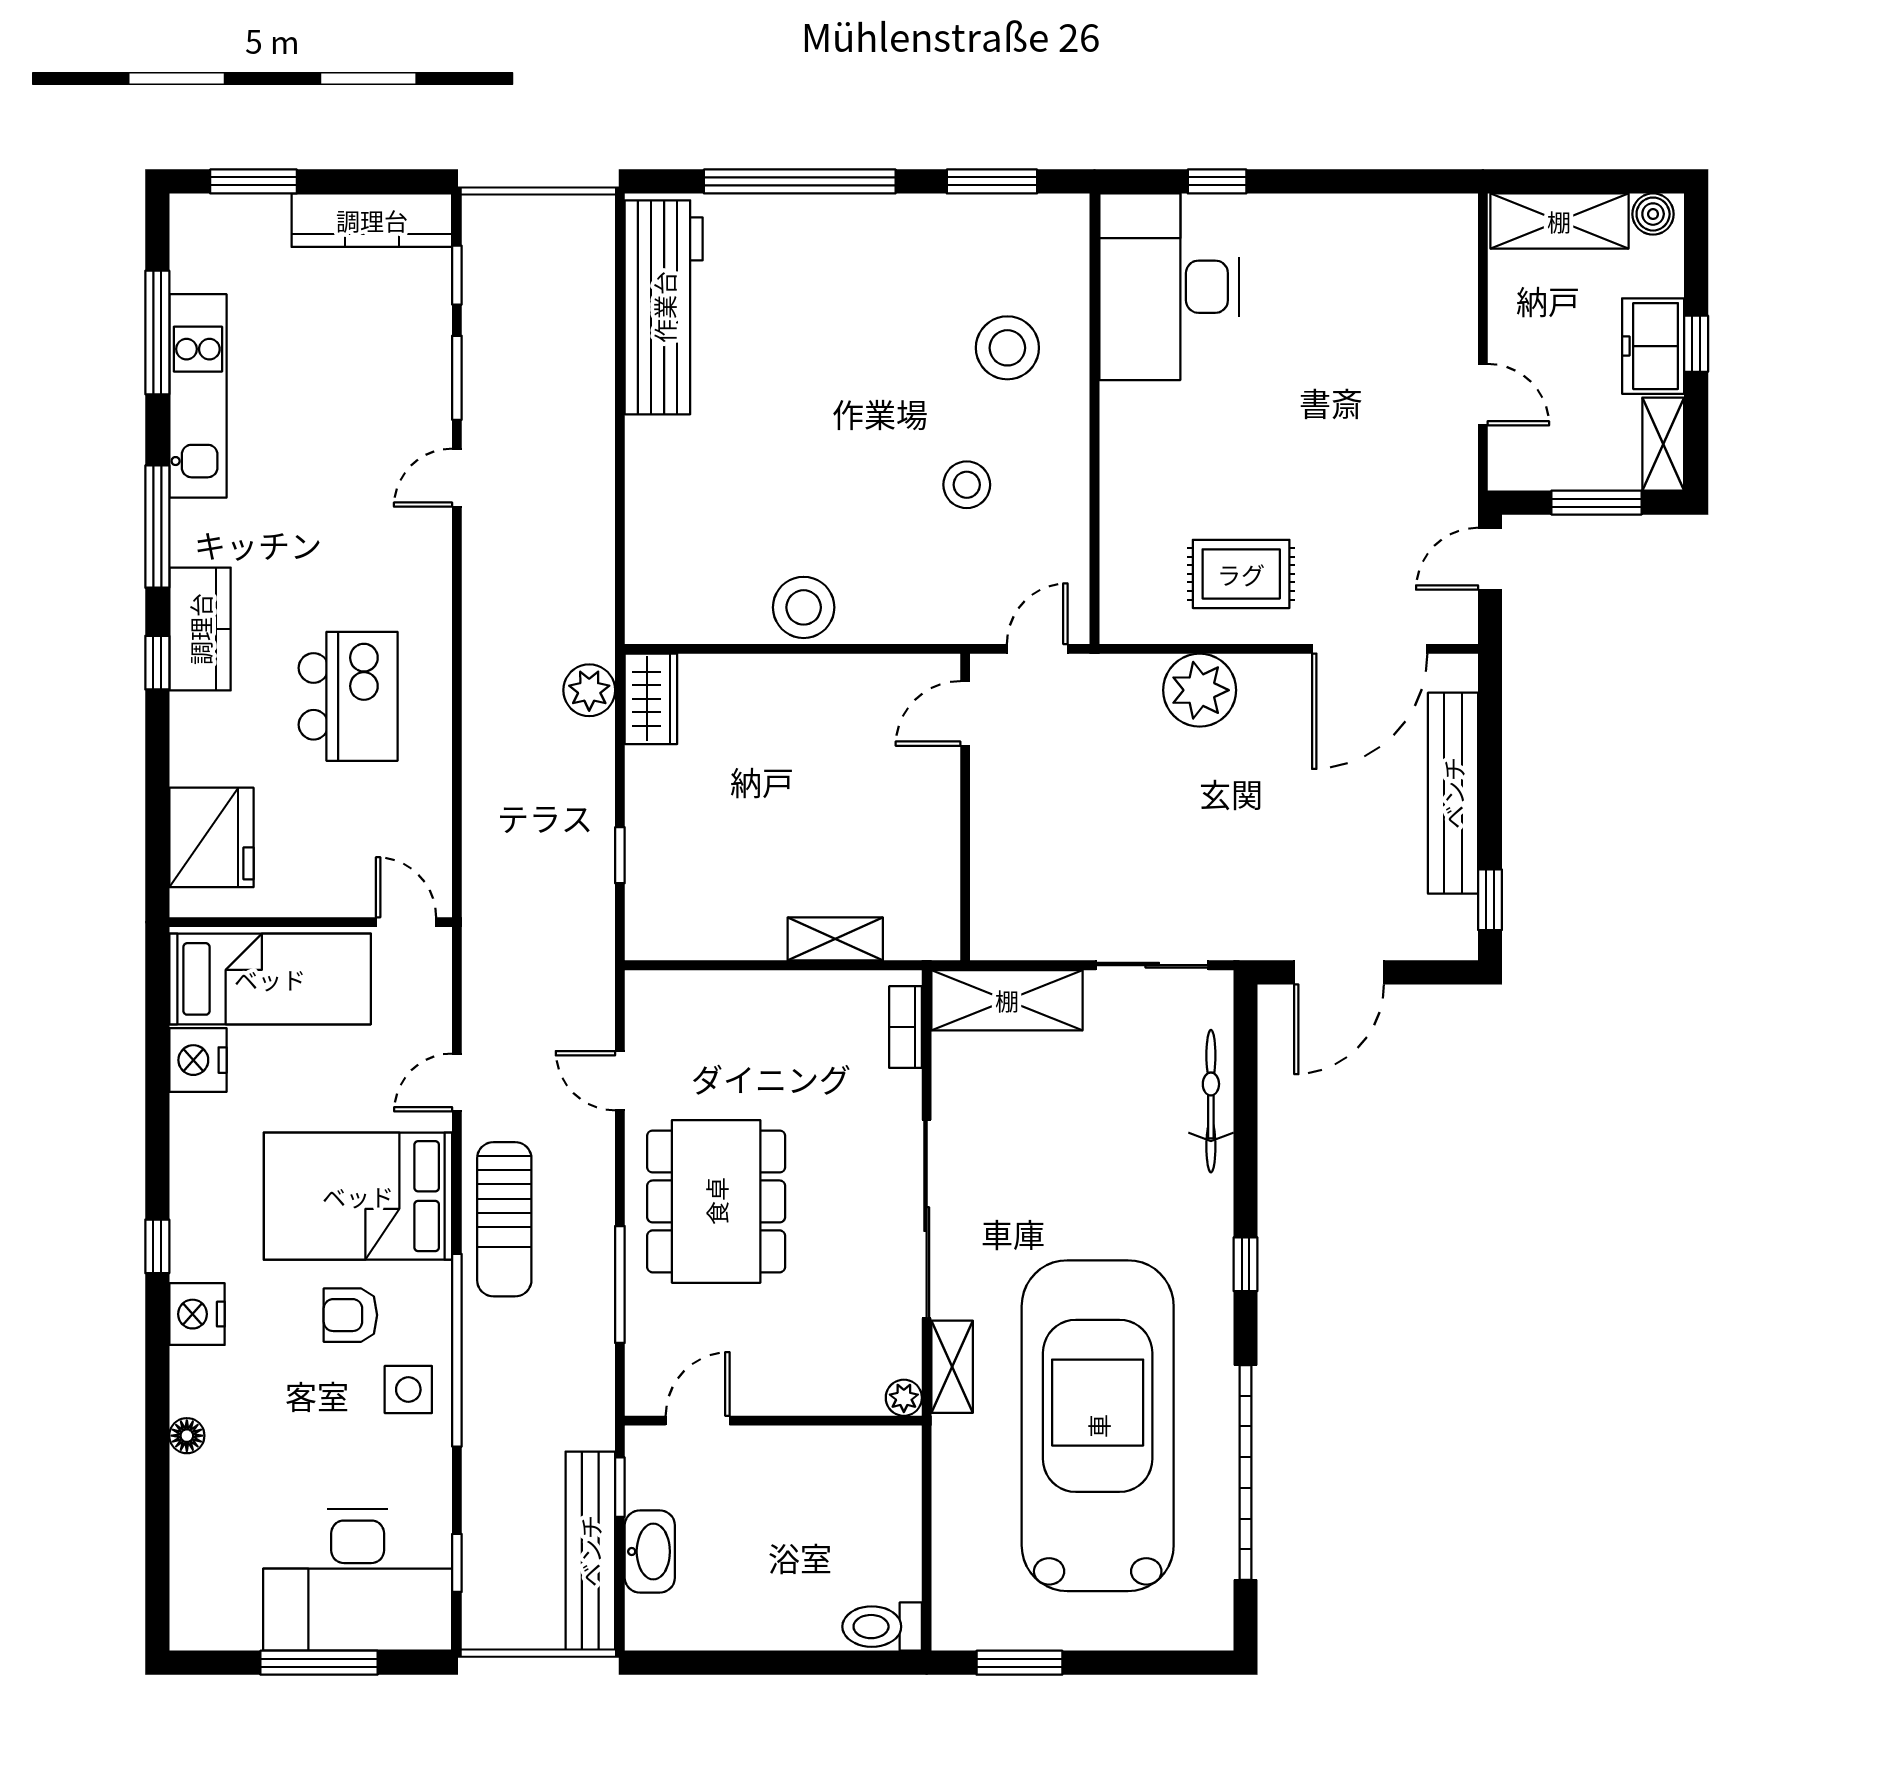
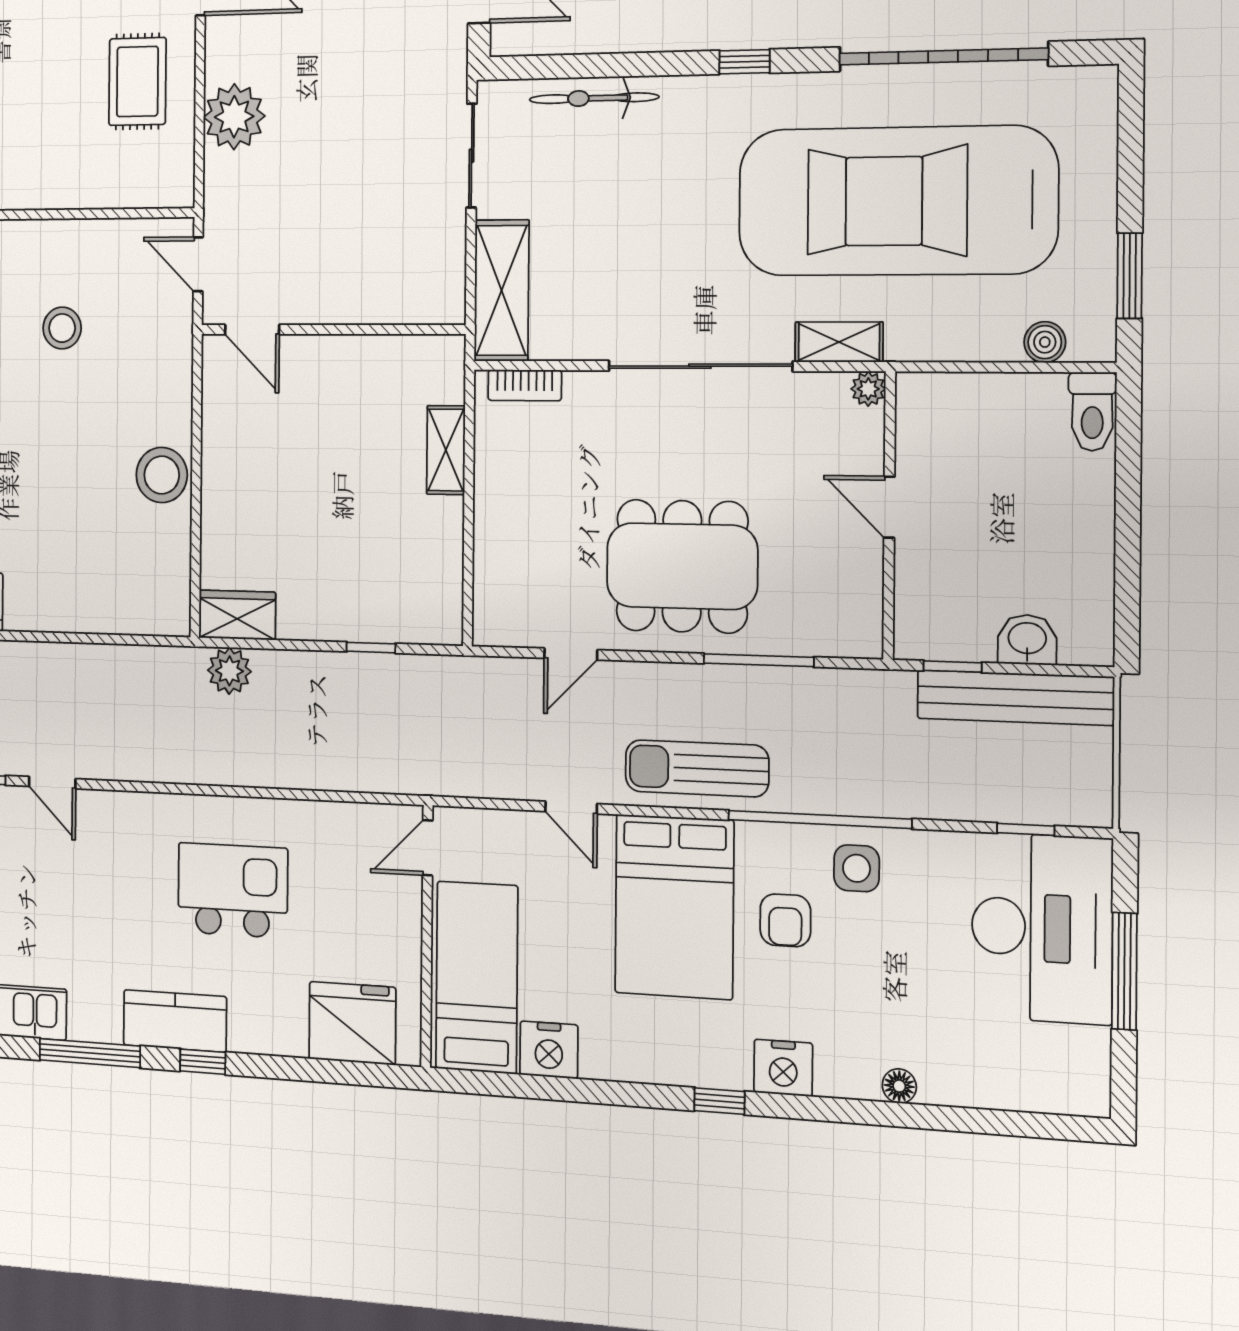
sun lounger: (504, 1219) -> (697, 768), turned 180
door: (698, 1421) -> (889, 507), moved
washbasin: (650, 1552) -> (1027, 640), width x0.72
boiler: (952, 1578) -> (1045, 342), added

